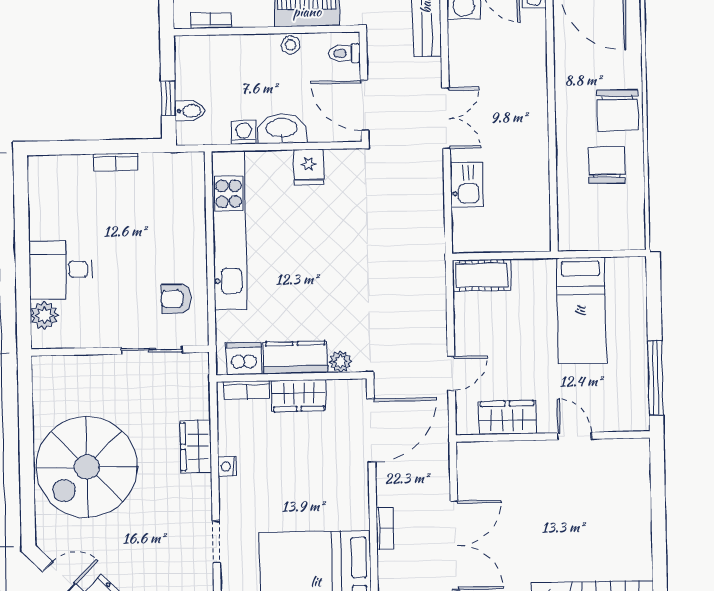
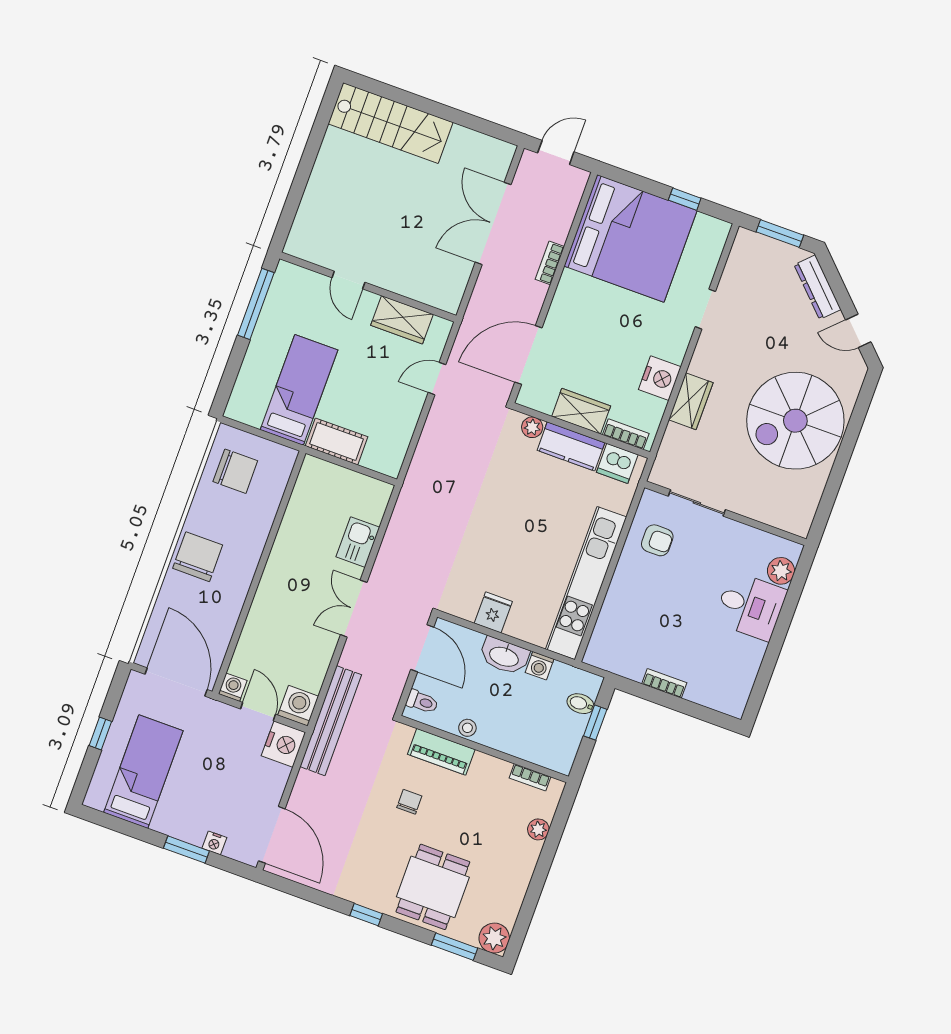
chair: (607, 165) -> (235, 471), moved, turned -90
cot: (482, 275) -> (337, 441), moved
nightstand: (227, 466) -> (660, 378), width x1.89, depth x1.79
spiral stairs: (87, 467) -> (795, 421), turned 180

